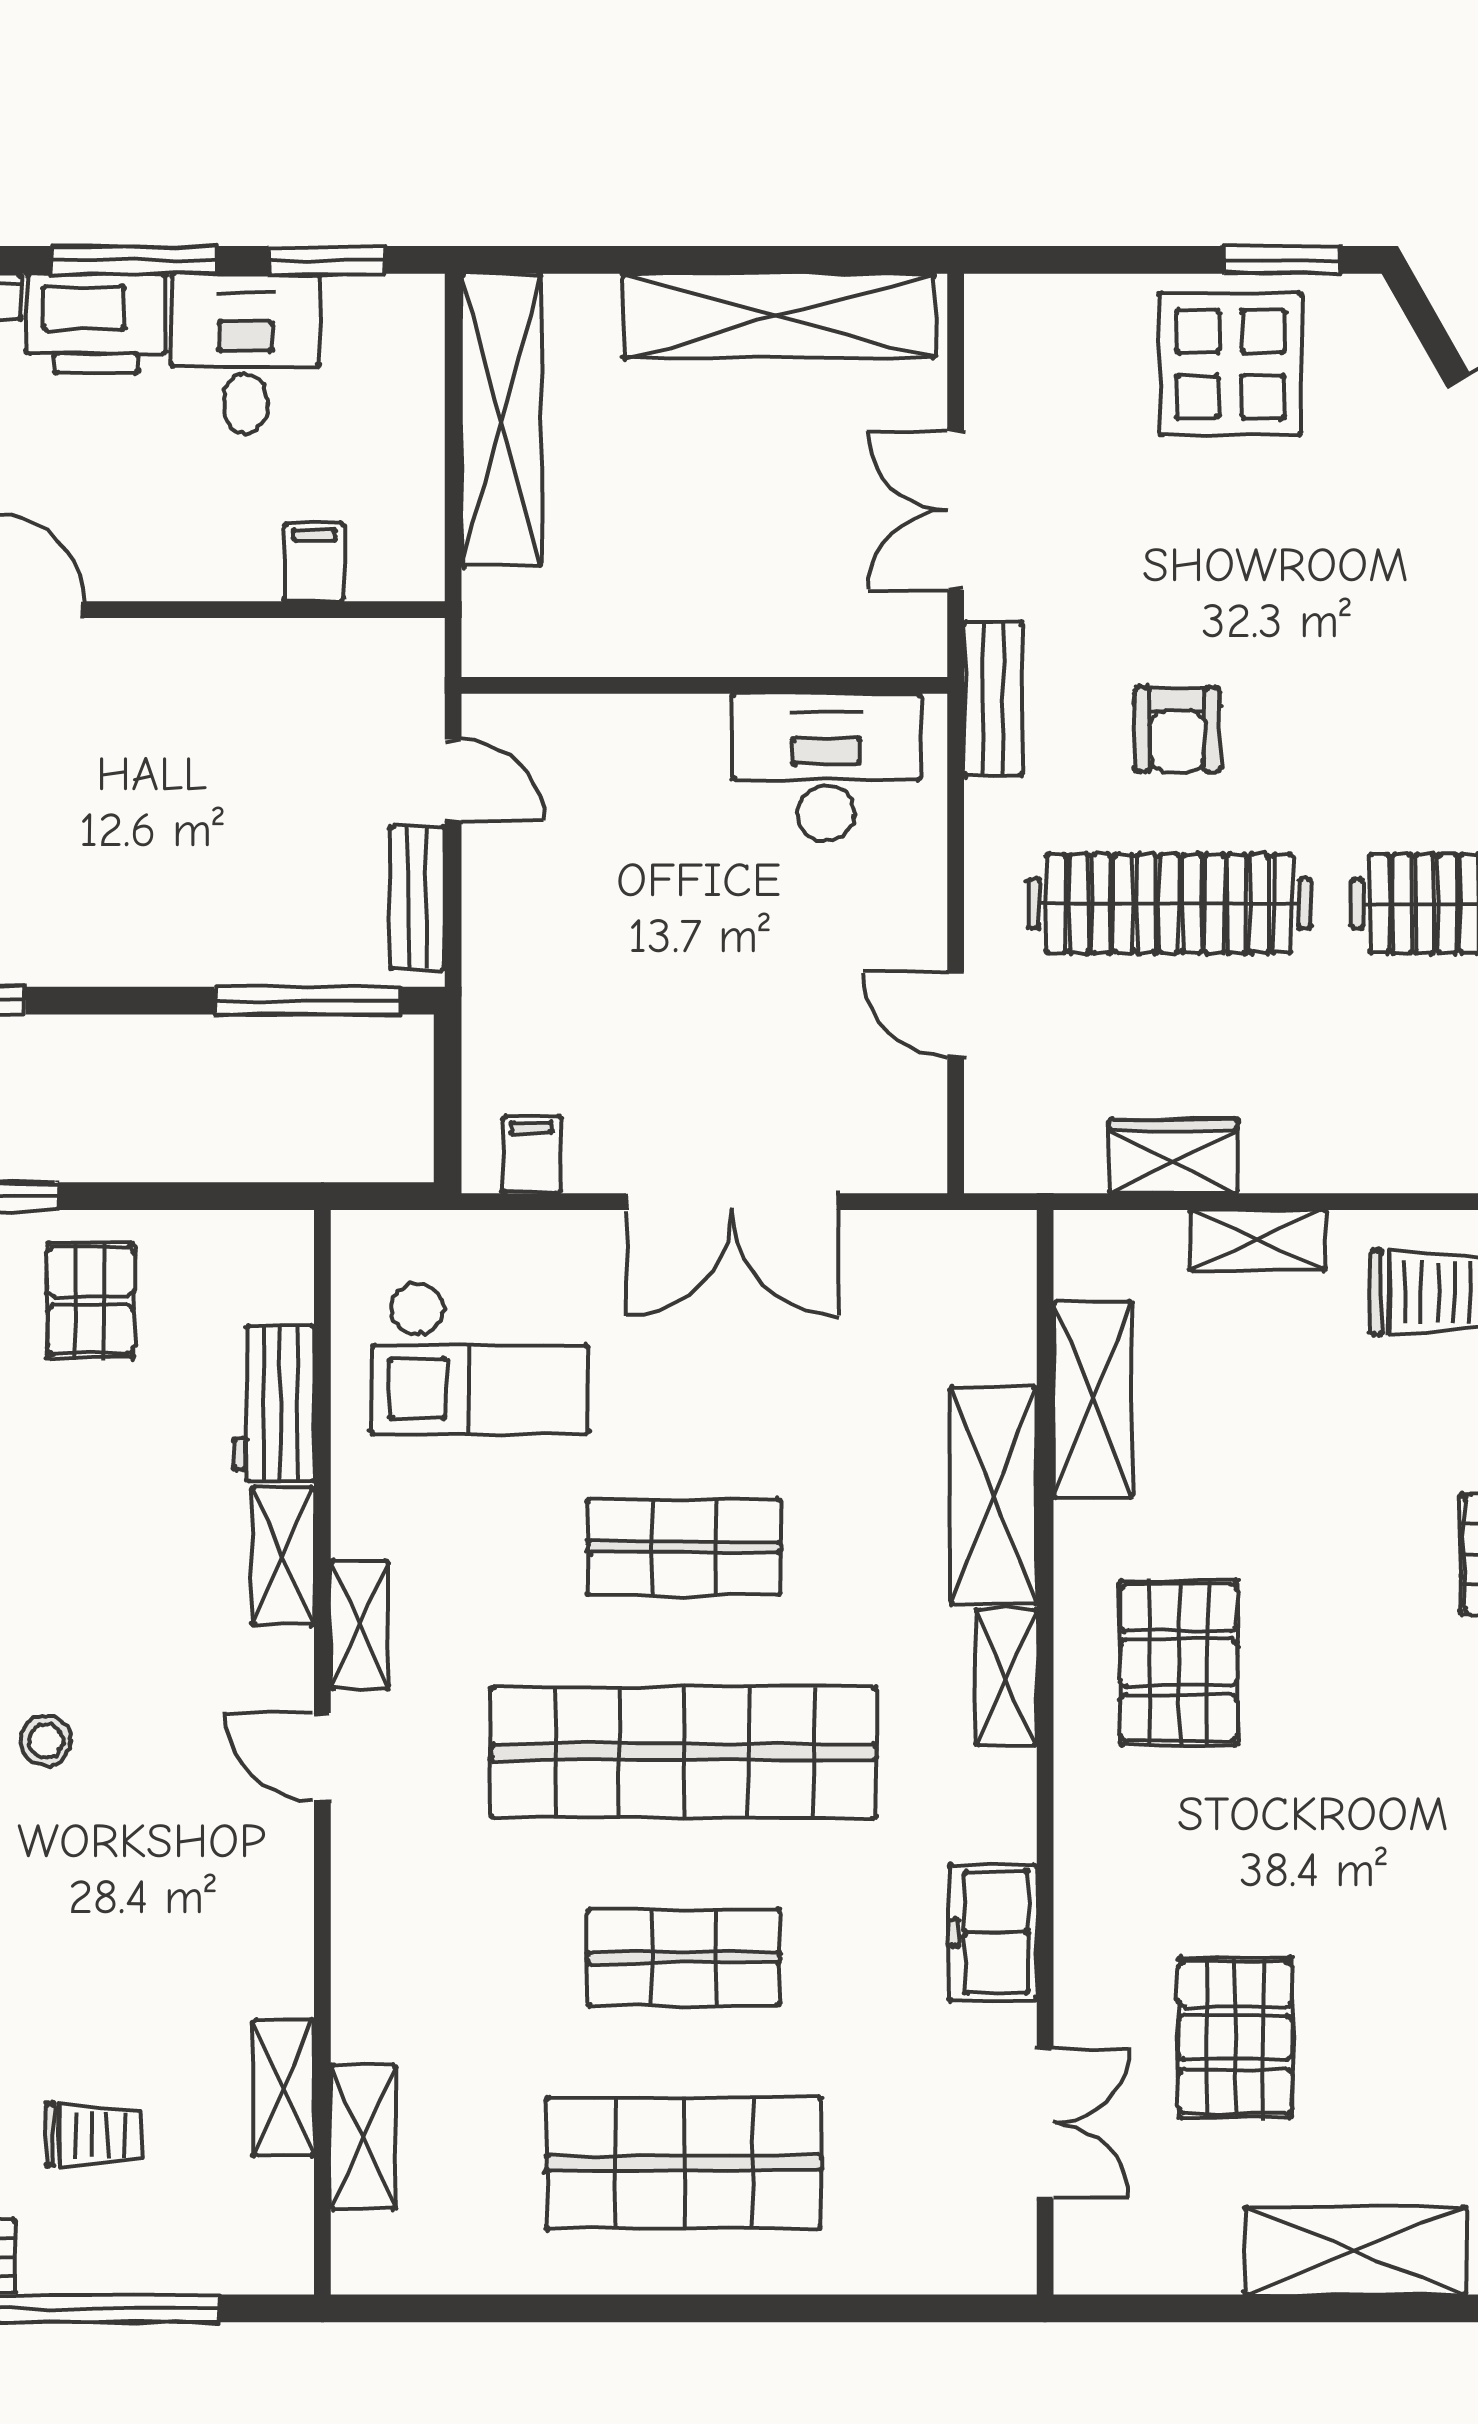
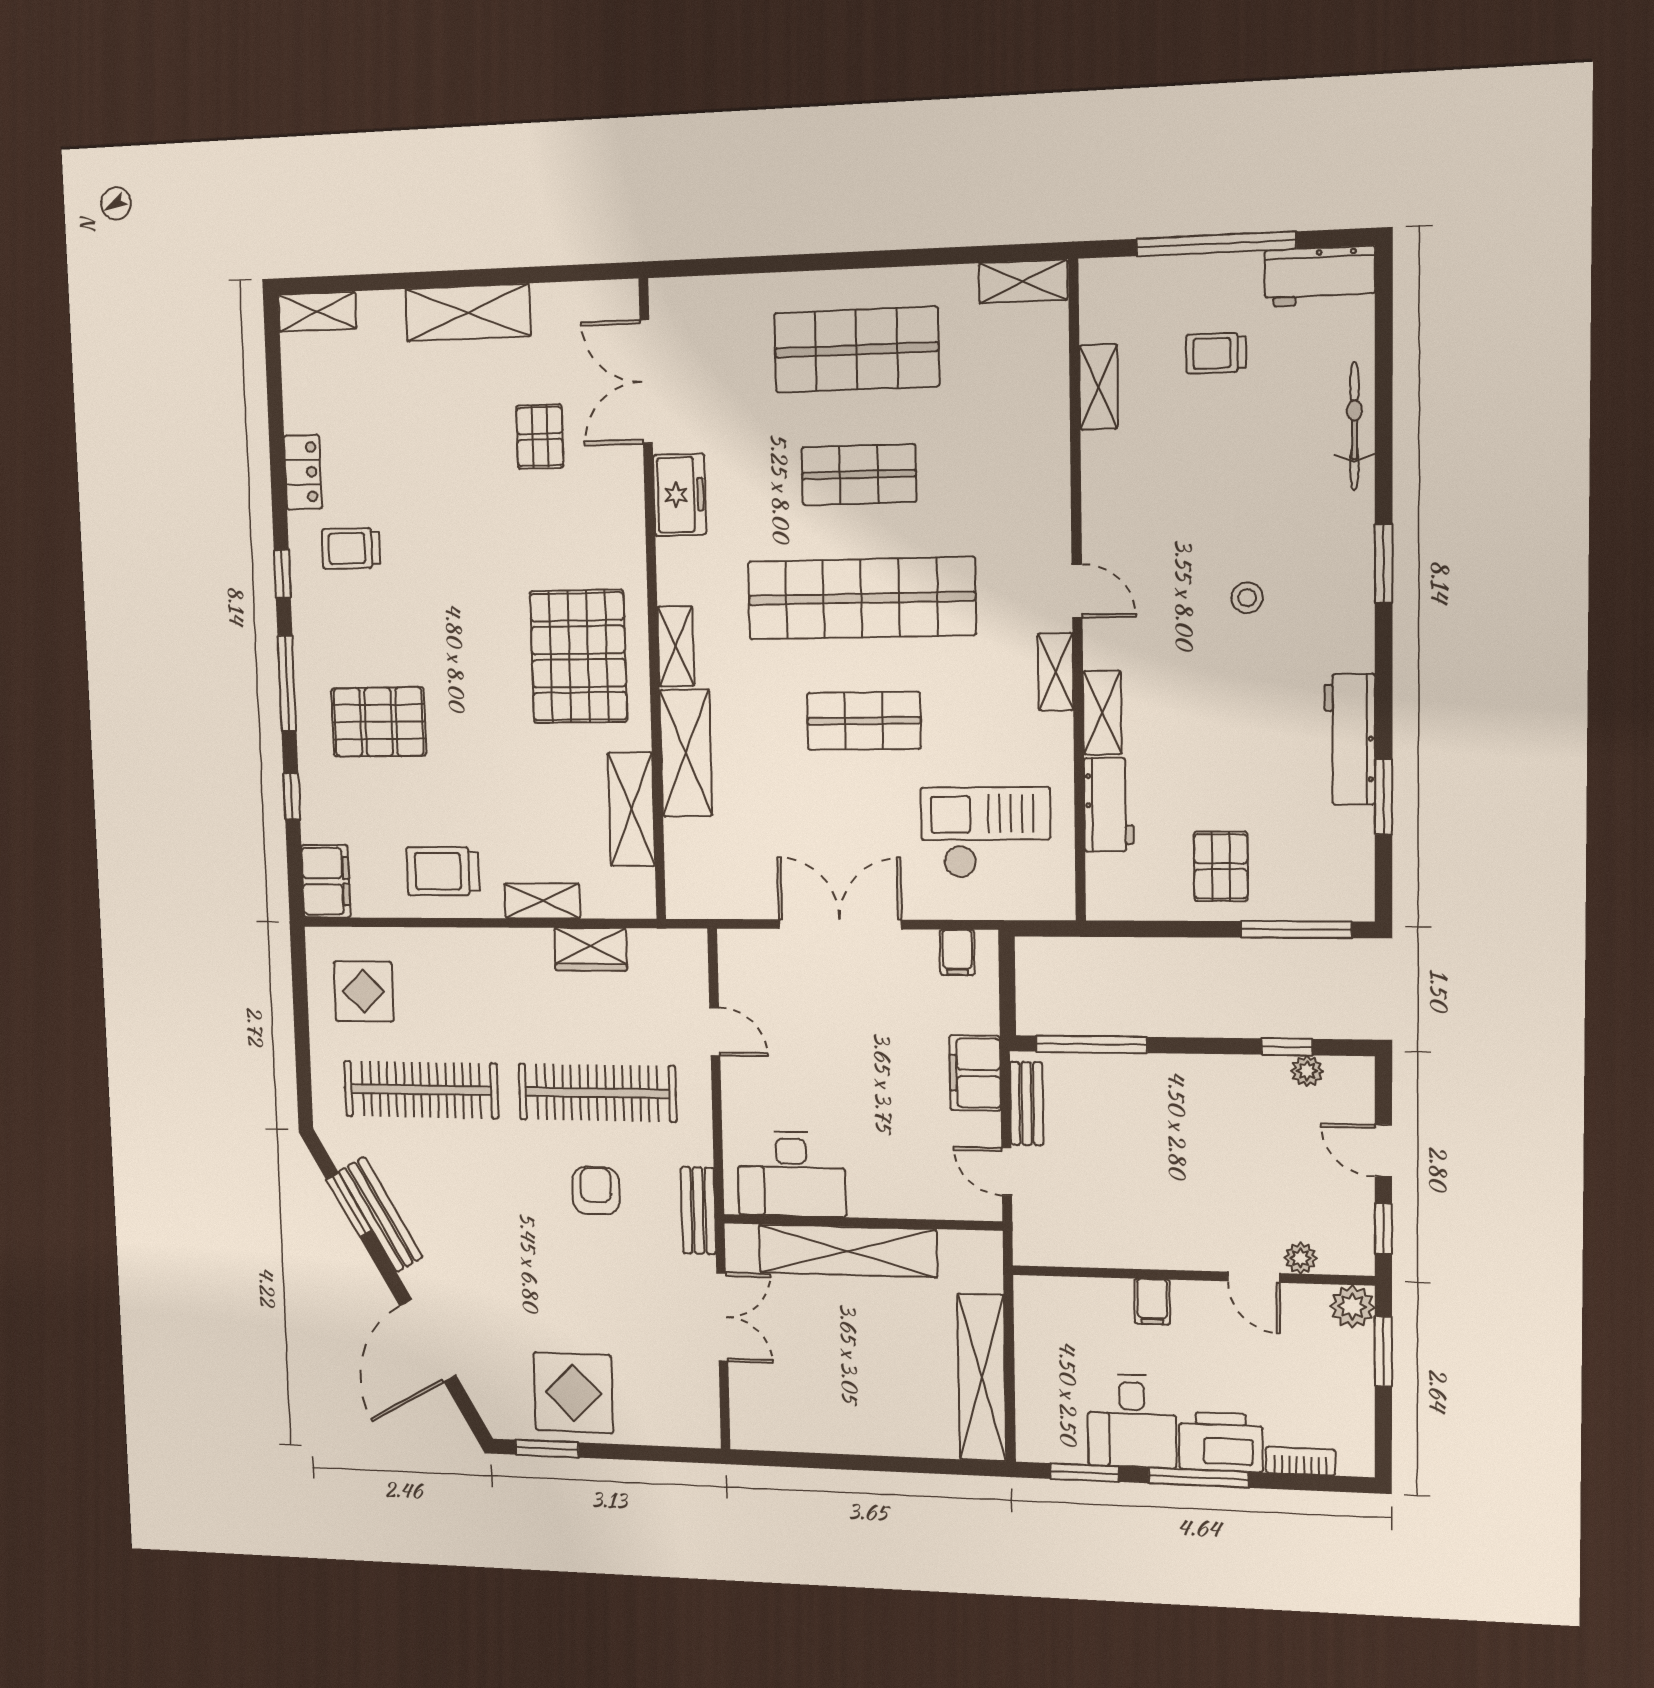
shelving: (779, 316) -> (848, 1251), moved
filing cabinet: (314, 562) -> (1152, 1302), moved
filing cabinet: (504, 949) -> (975, 1073), added
pallet: (1179, 1663) -> (579, 657), width x1.37, depth x1.41
pallet: (1235, 2038) -> (540, 437), width x0.67, depth x0.71
double door: (1045, 2123) -> (646, 382), width x1.37
shelving: (363, 2137) -> (1023, 281), moved, turned 90

